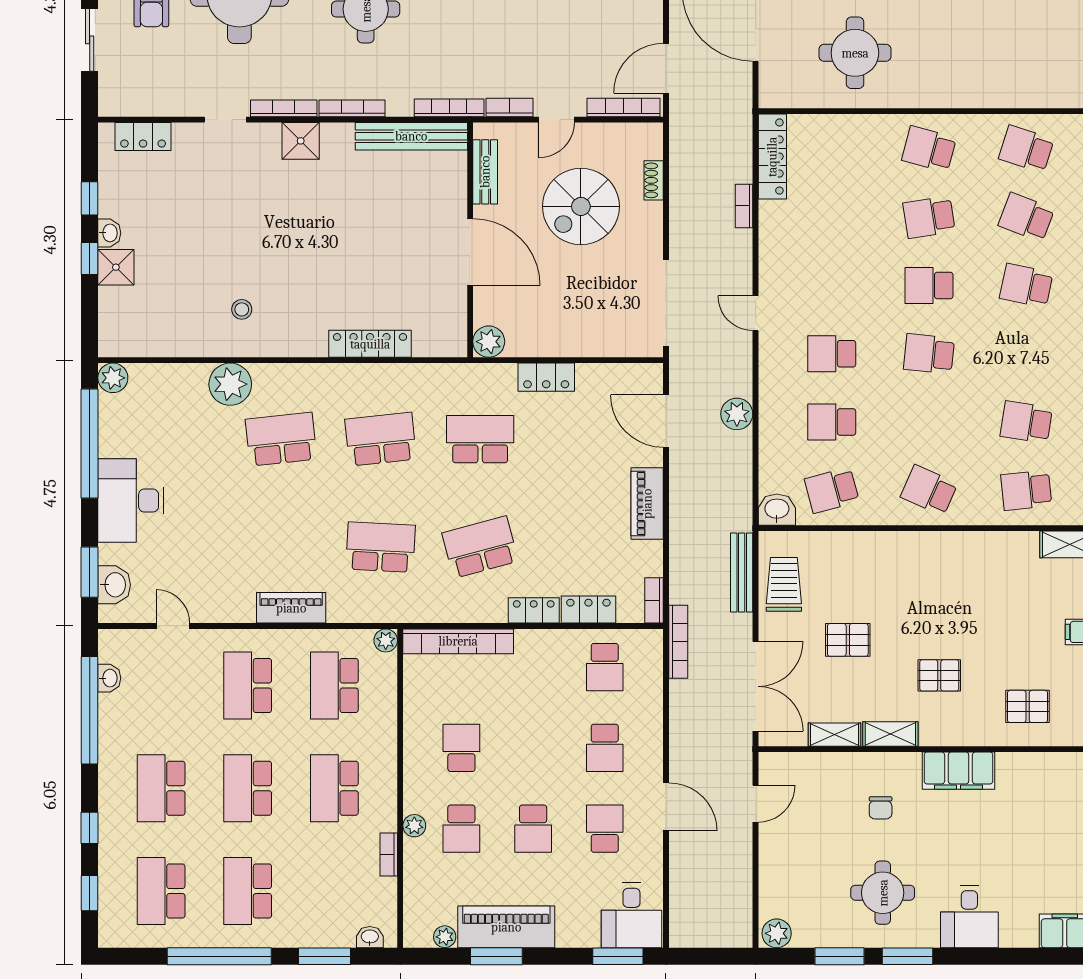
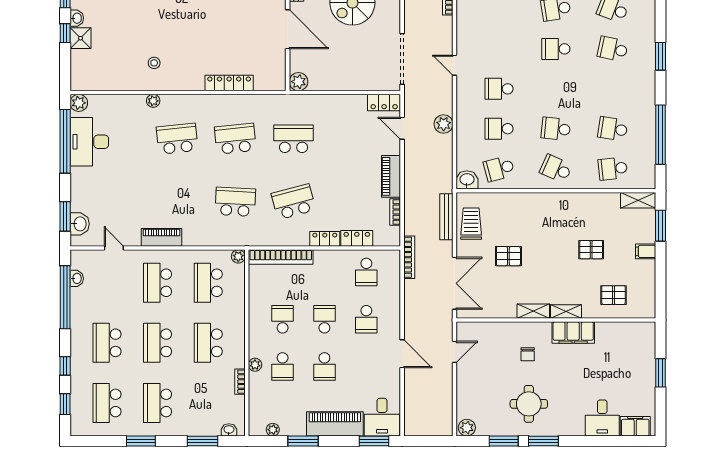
school desk: (929, 354) -> (556, 129), moved
locker: (546, 377) -> (384, 103), moved
plant: (230, 384) -> (153, 101), width x0.53, depth x0.53
door: (666, 421) -> (402, 128), width x0.73
desk: (131, 501) -> (89, 142), moved
bookcase: (654, 600) -> (395, 212), moved
piano: (291, 608) -> (161, 237), moved
pallet: (939, 675) -> (591, 250), moved
shelving: (835, 735) -> (566, 311), moved
school desk: (605, 829) -> (324, 319), moved
desk: (969, 917) -> (602, 418), moved
piano: (506, 927) -> (335, 424), moved
window: (219, 956) -> (141, 441), width x0.47

